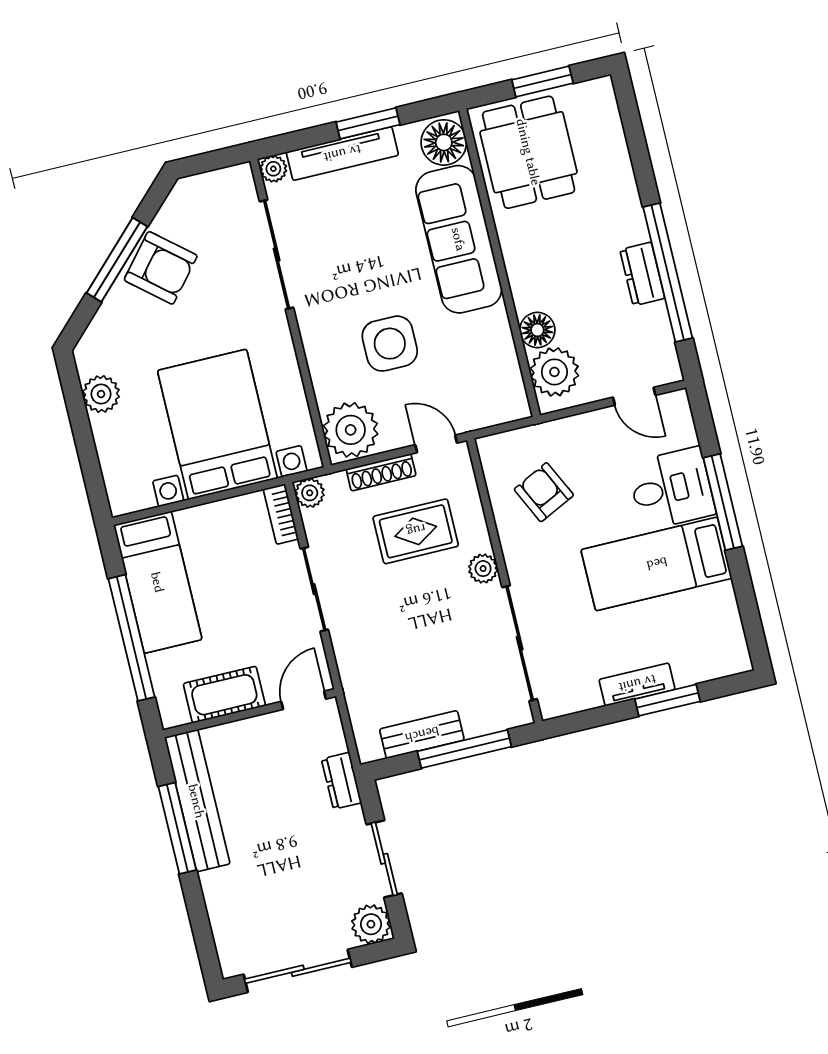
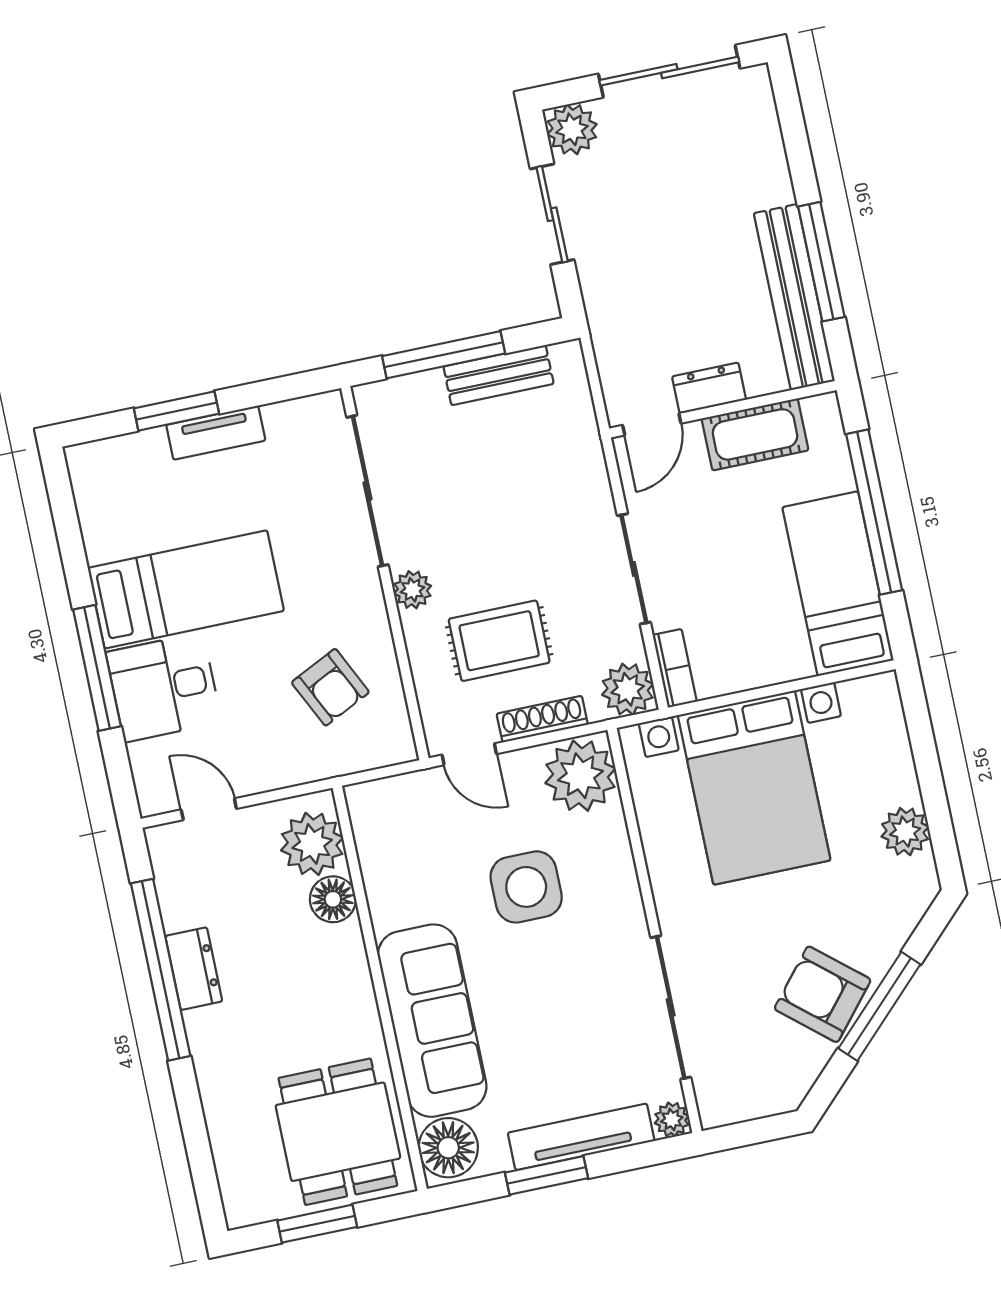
plant: (310, 493) -> (628, 689), width x1.38, depth x1.38
dresser: (342, 781) -> (709, 388), moved, turned -90

